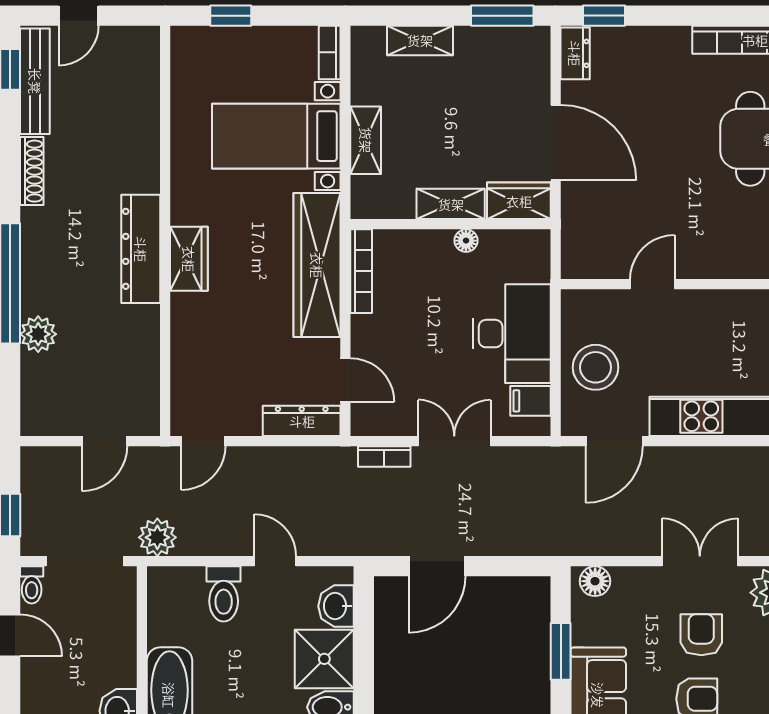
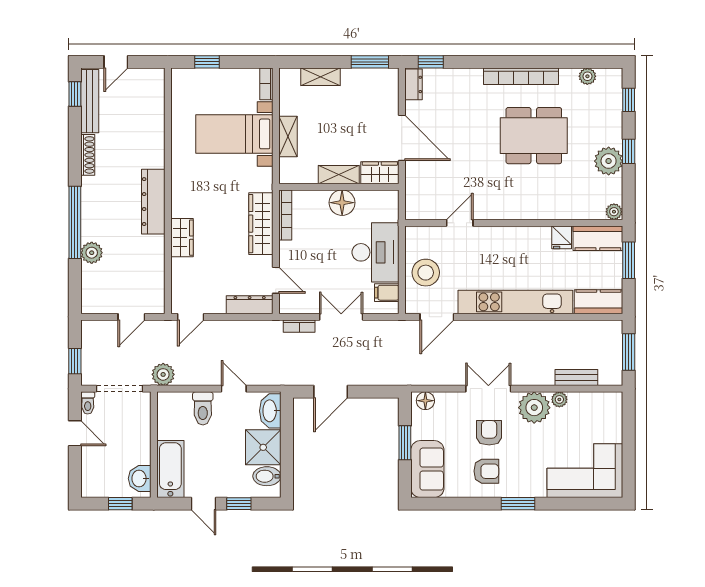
floor lamp: (466, 241) -> (342, 203), width x1.89, depth x1.89
wardrobe: (189, 259) -> (182, 238), moved
wardrobe: (317, 265) -> (261, 224), width x0.71, depth x0.85
washbasin: (336, 606) -> (270, 411), width x1.38

